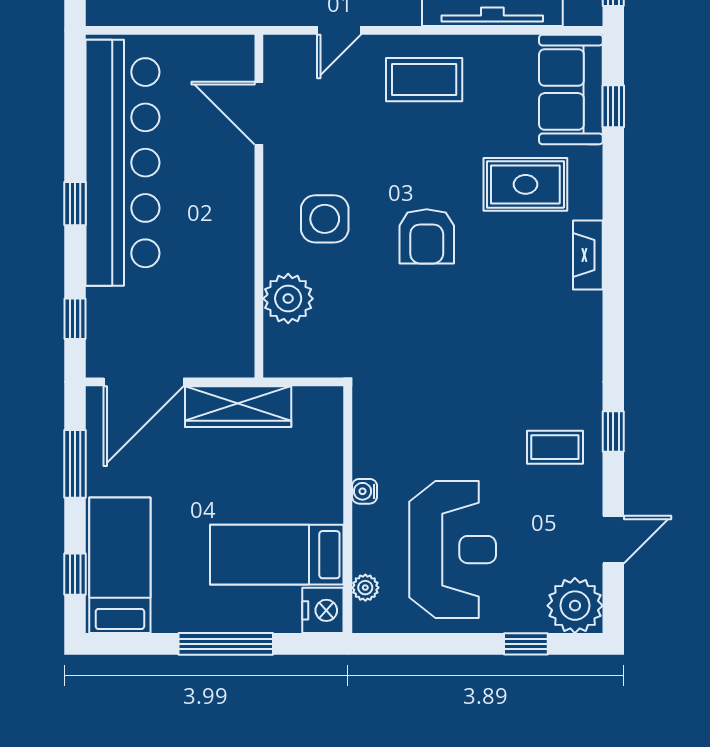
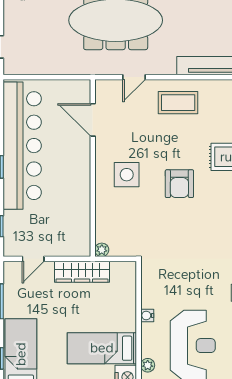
plant: (288, 299) -> (102, 250), moved, width x0.53, depth x0.53
door: (144, 382) -> (33, 259), width x0.53

